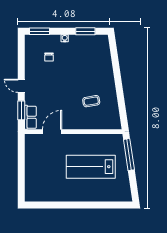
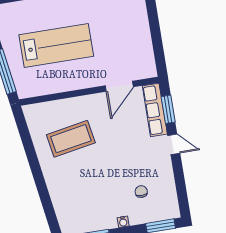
coffee table: (91, 101) -> (71, 139), width x1.86, depth x1.72
row of seats: (30, 117) -> (155, 110), width x1.48

